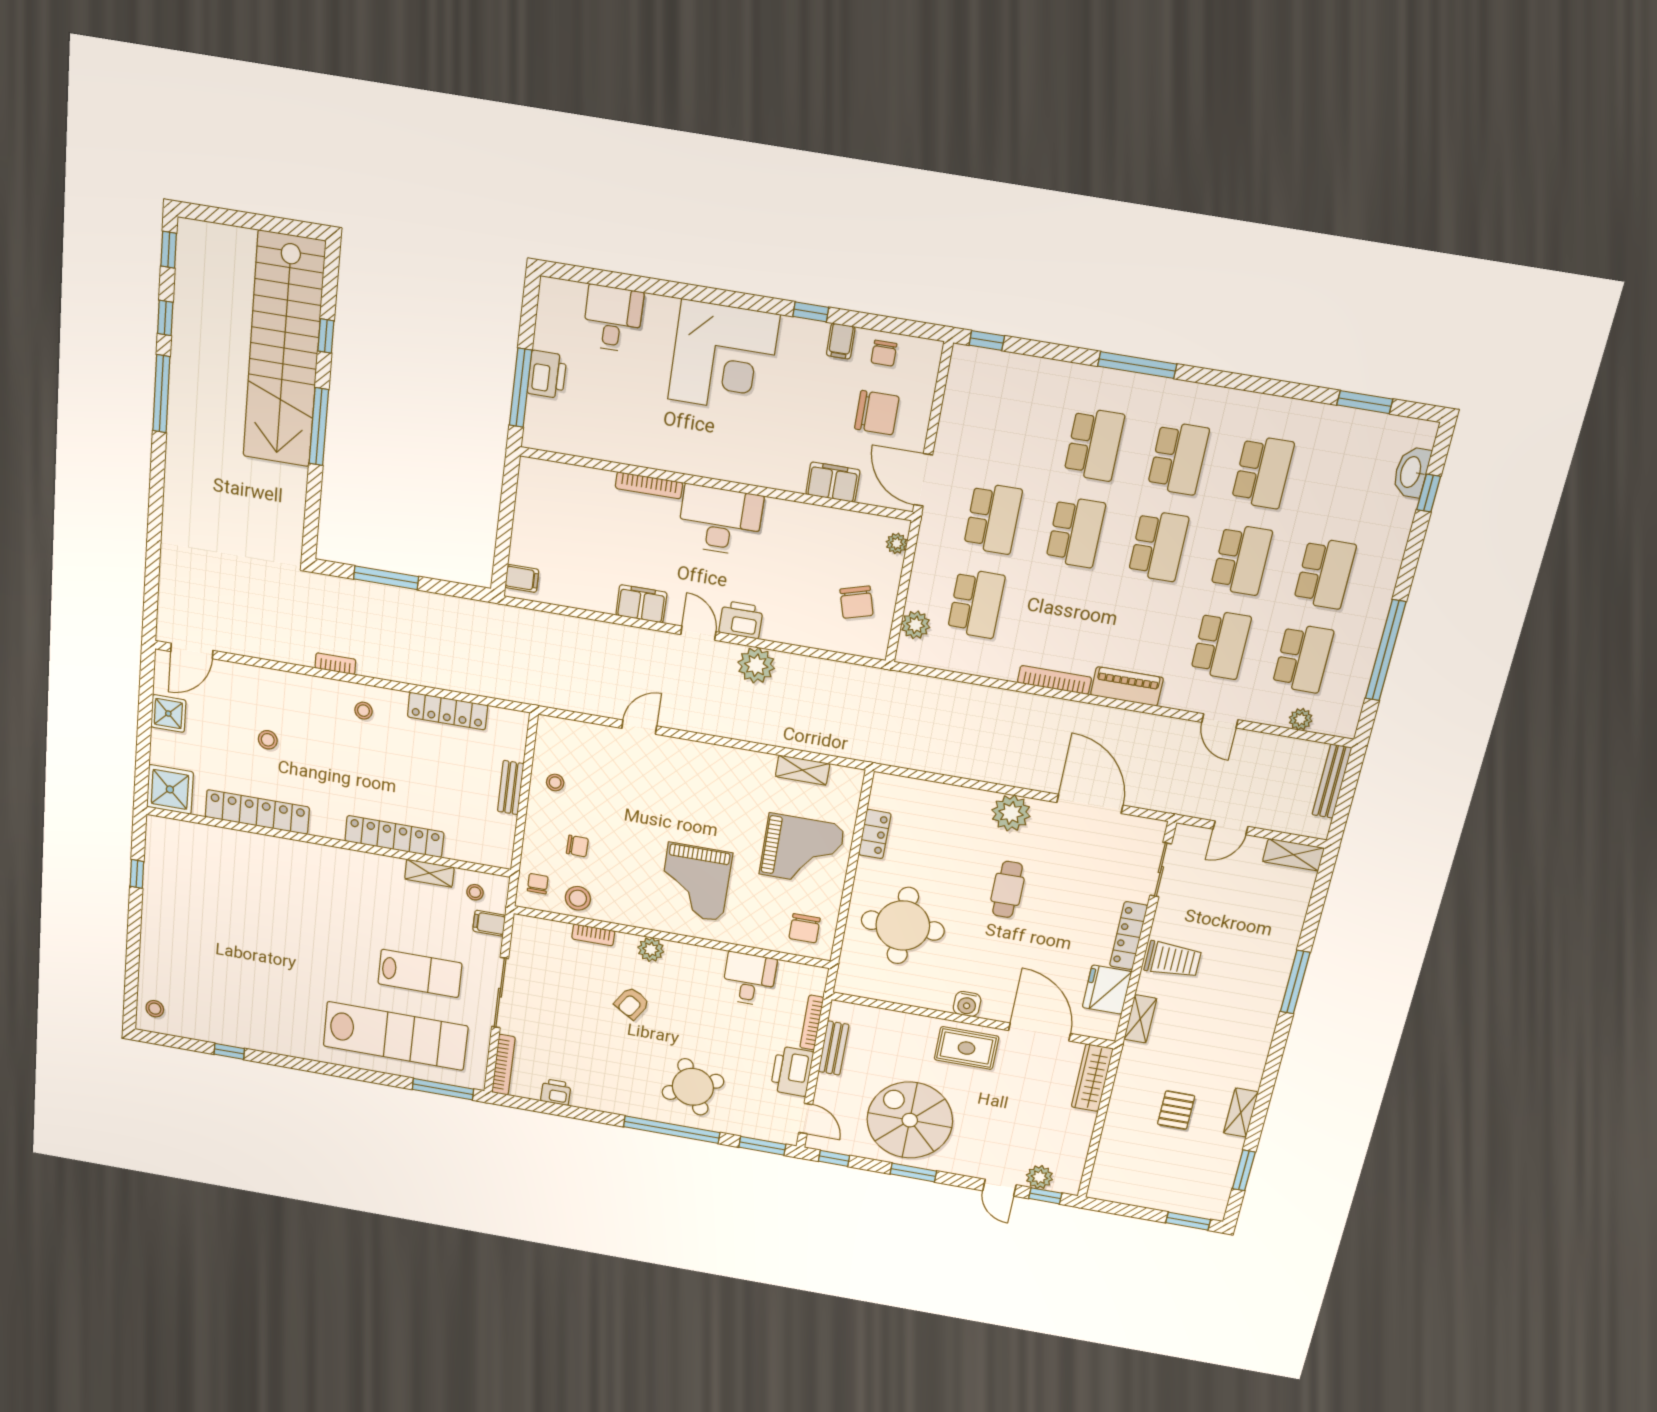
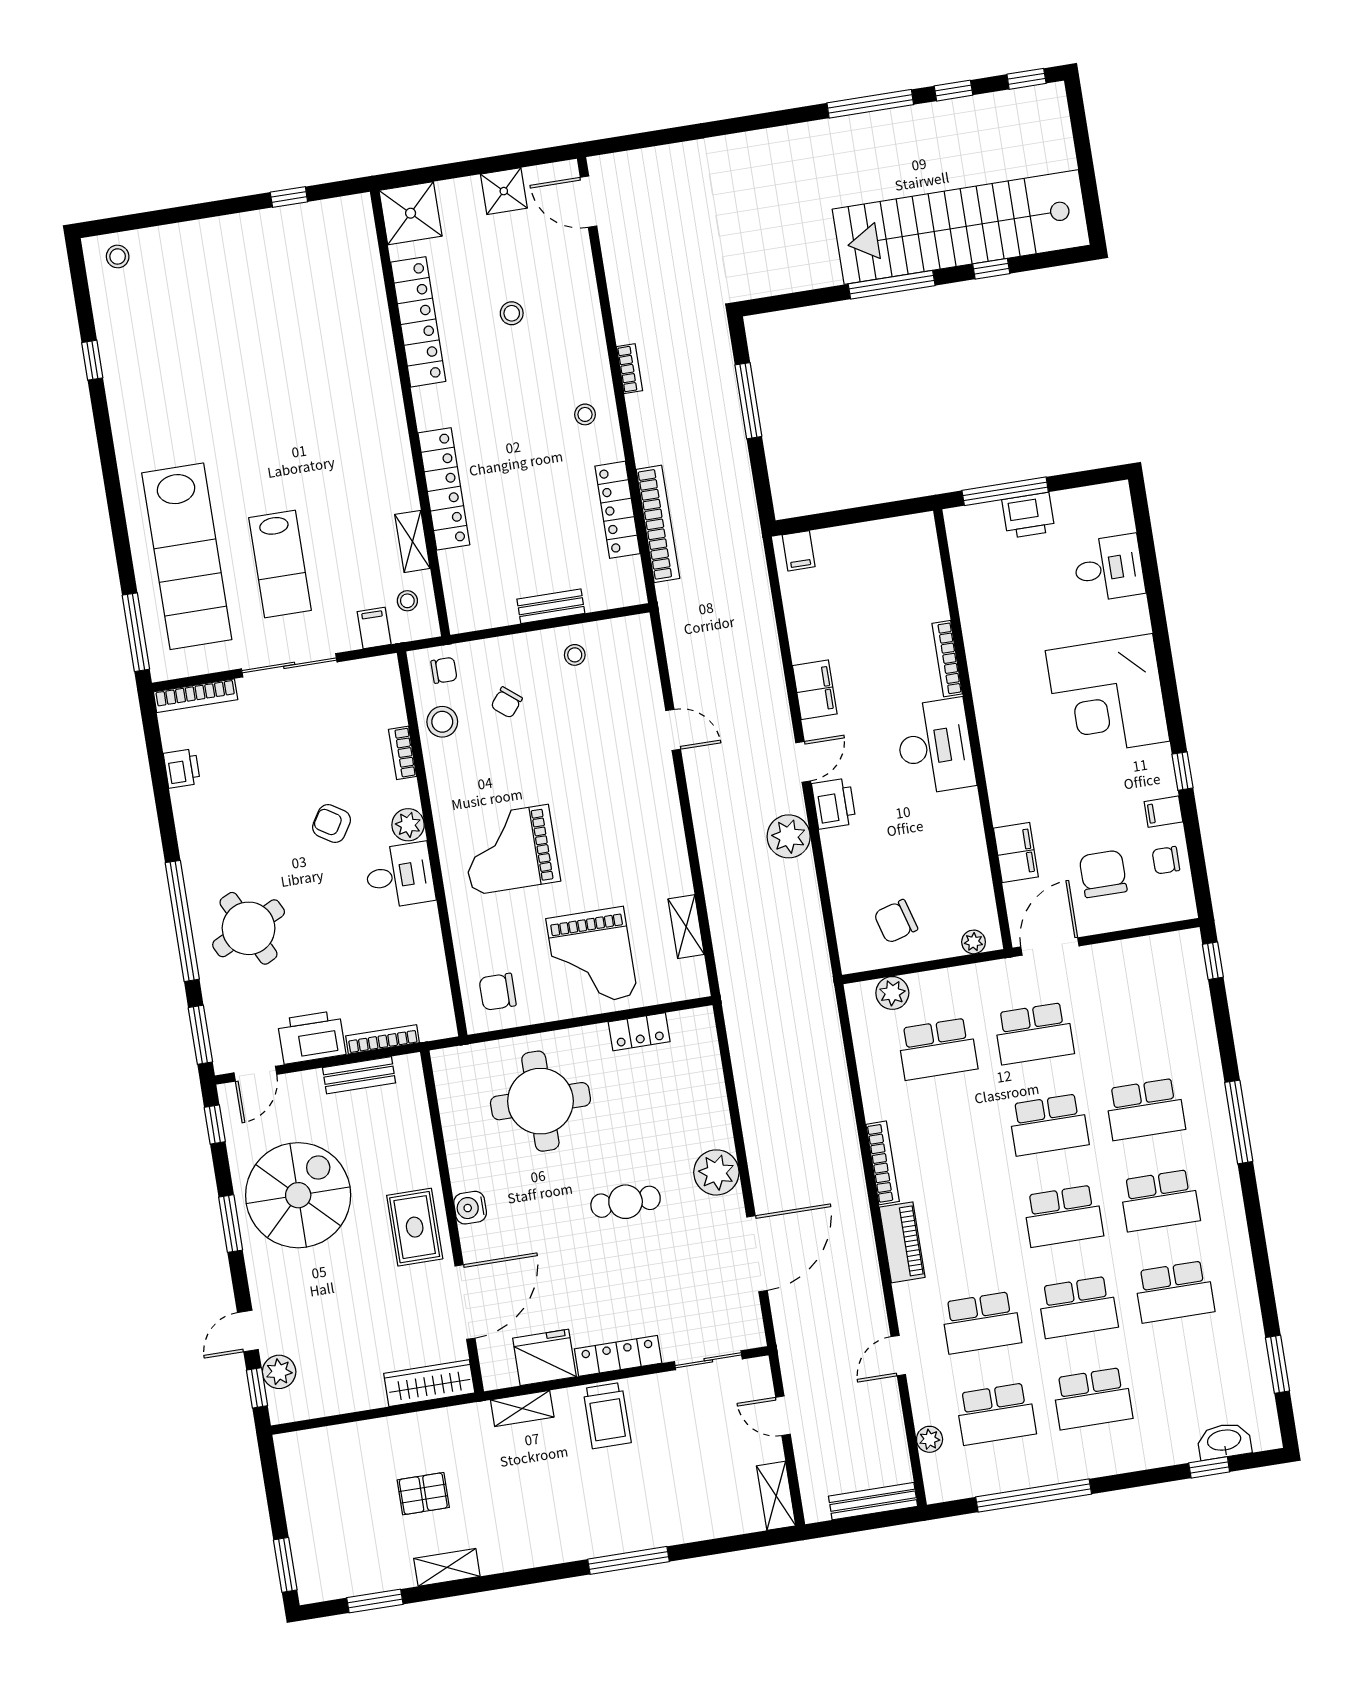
chair: (877, 413) -> (1103, 874), turned 180
bookcase: (468, 683) -> (658, 524), added
chair: (577, 846) -> (507, 702), turned 38
desk: (749, 979) -> (400, 875), moved

